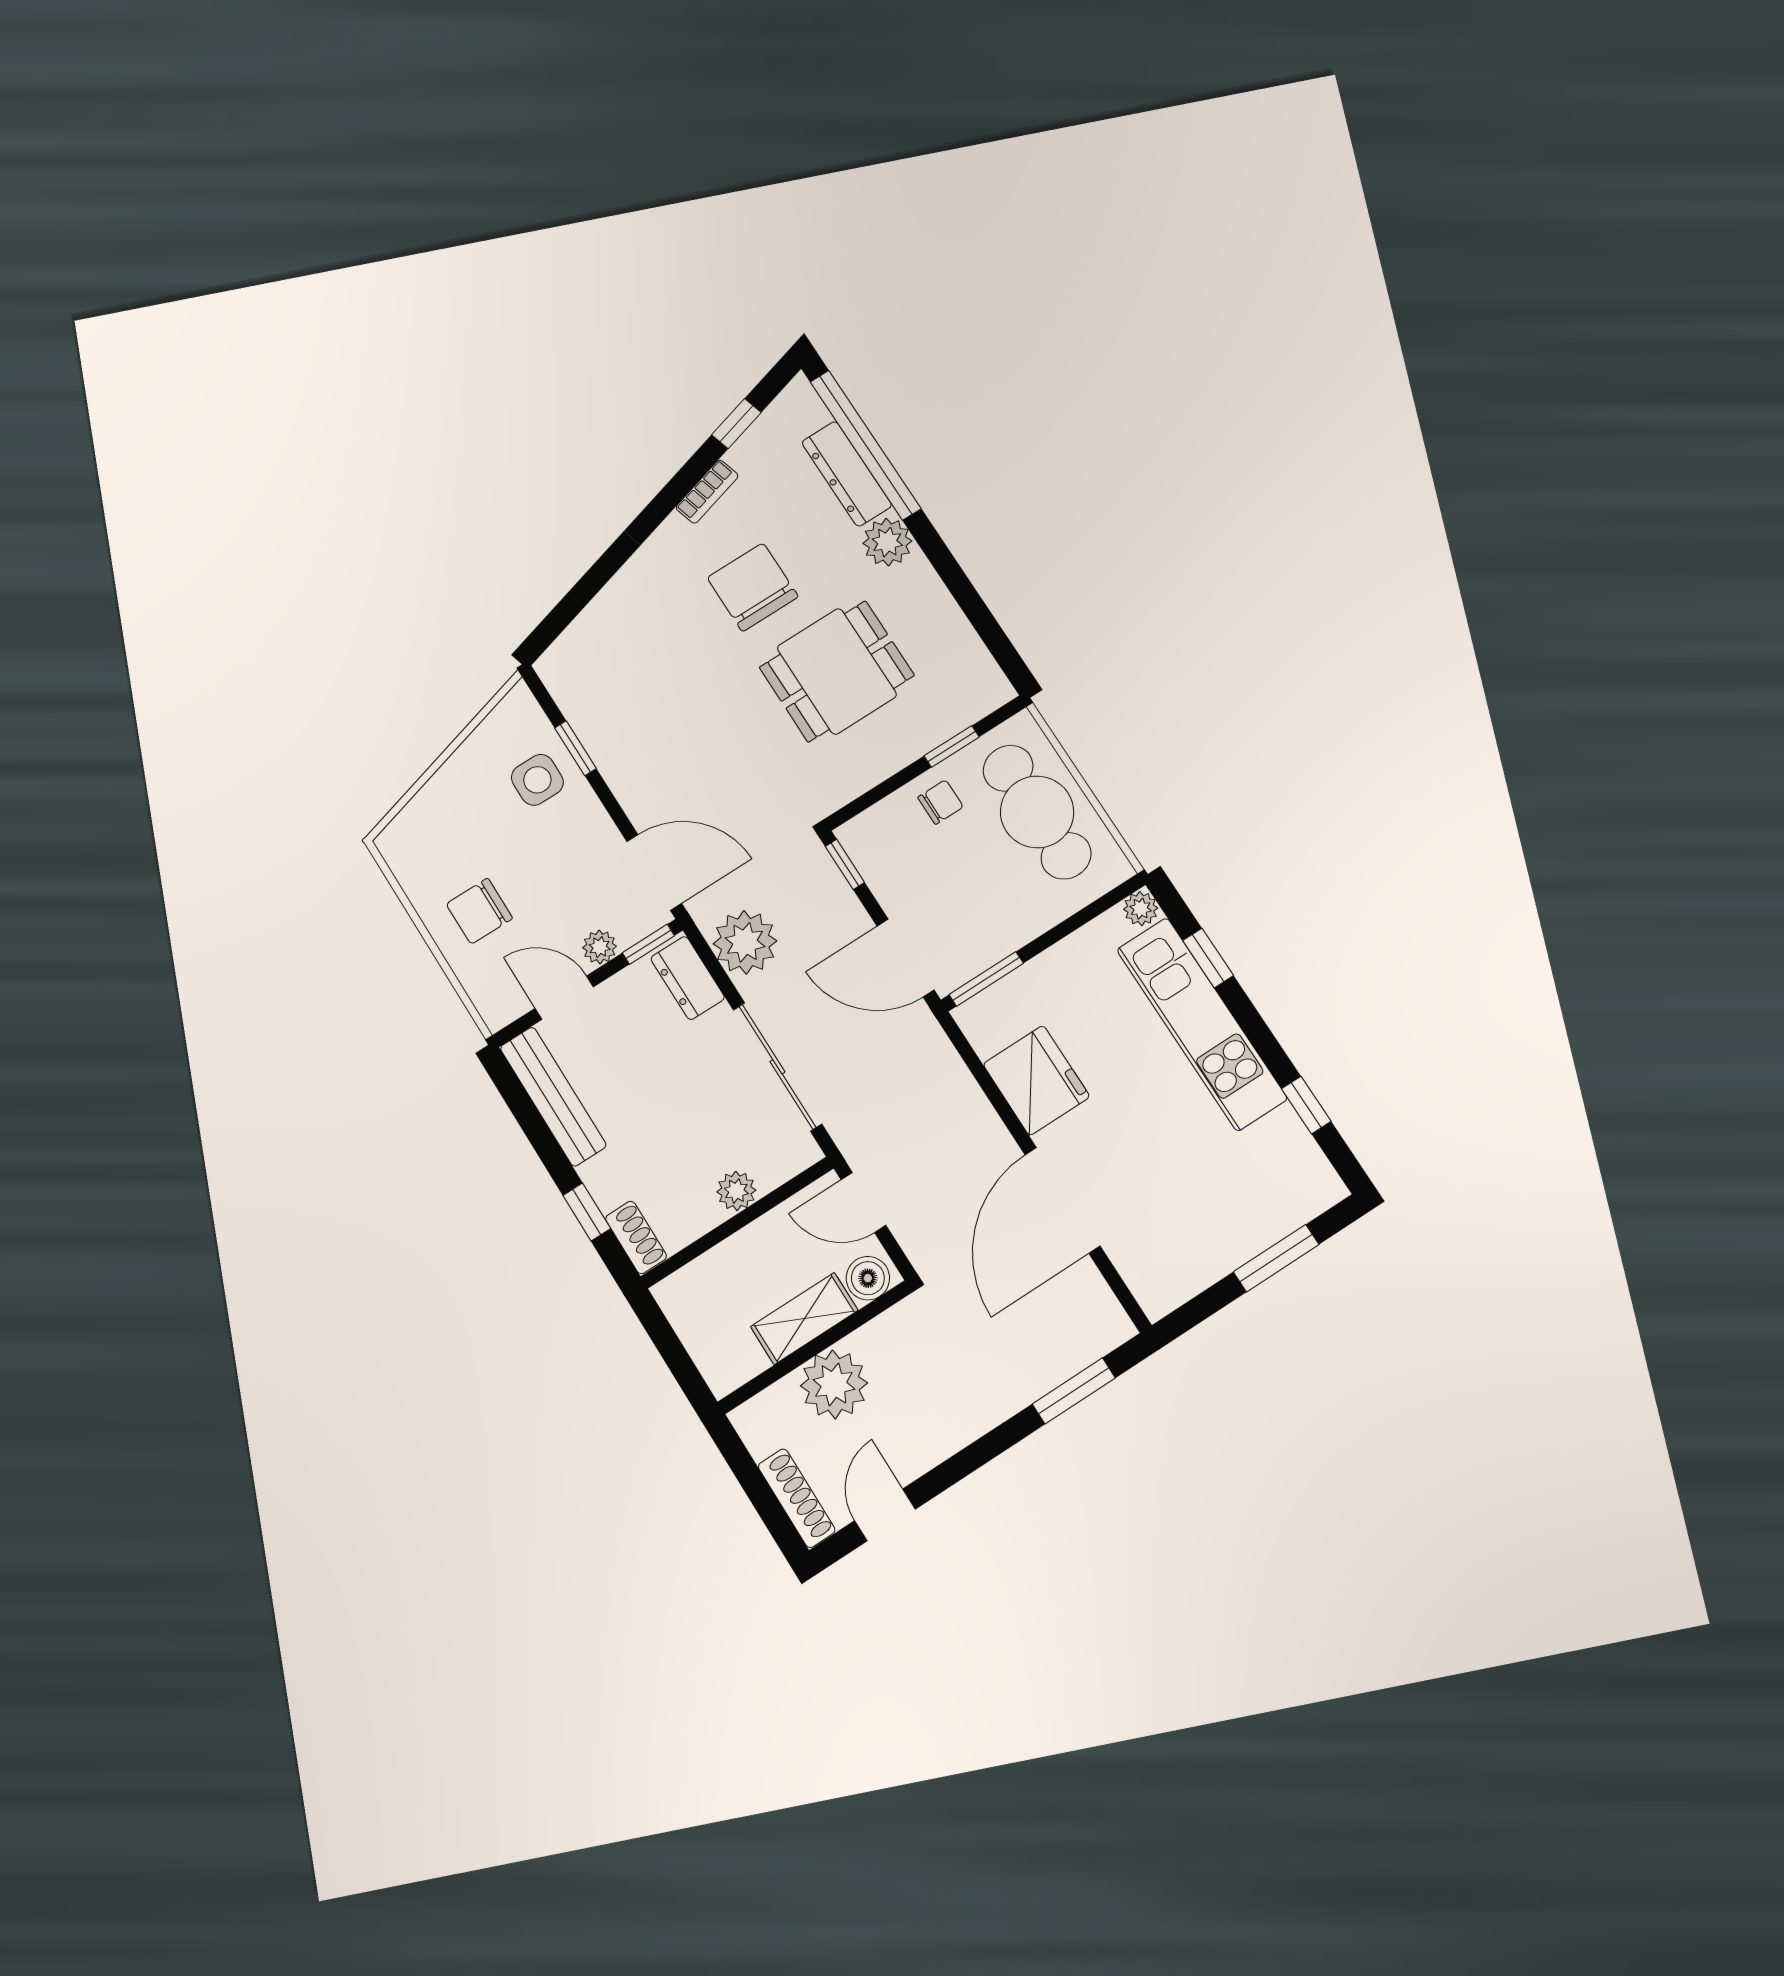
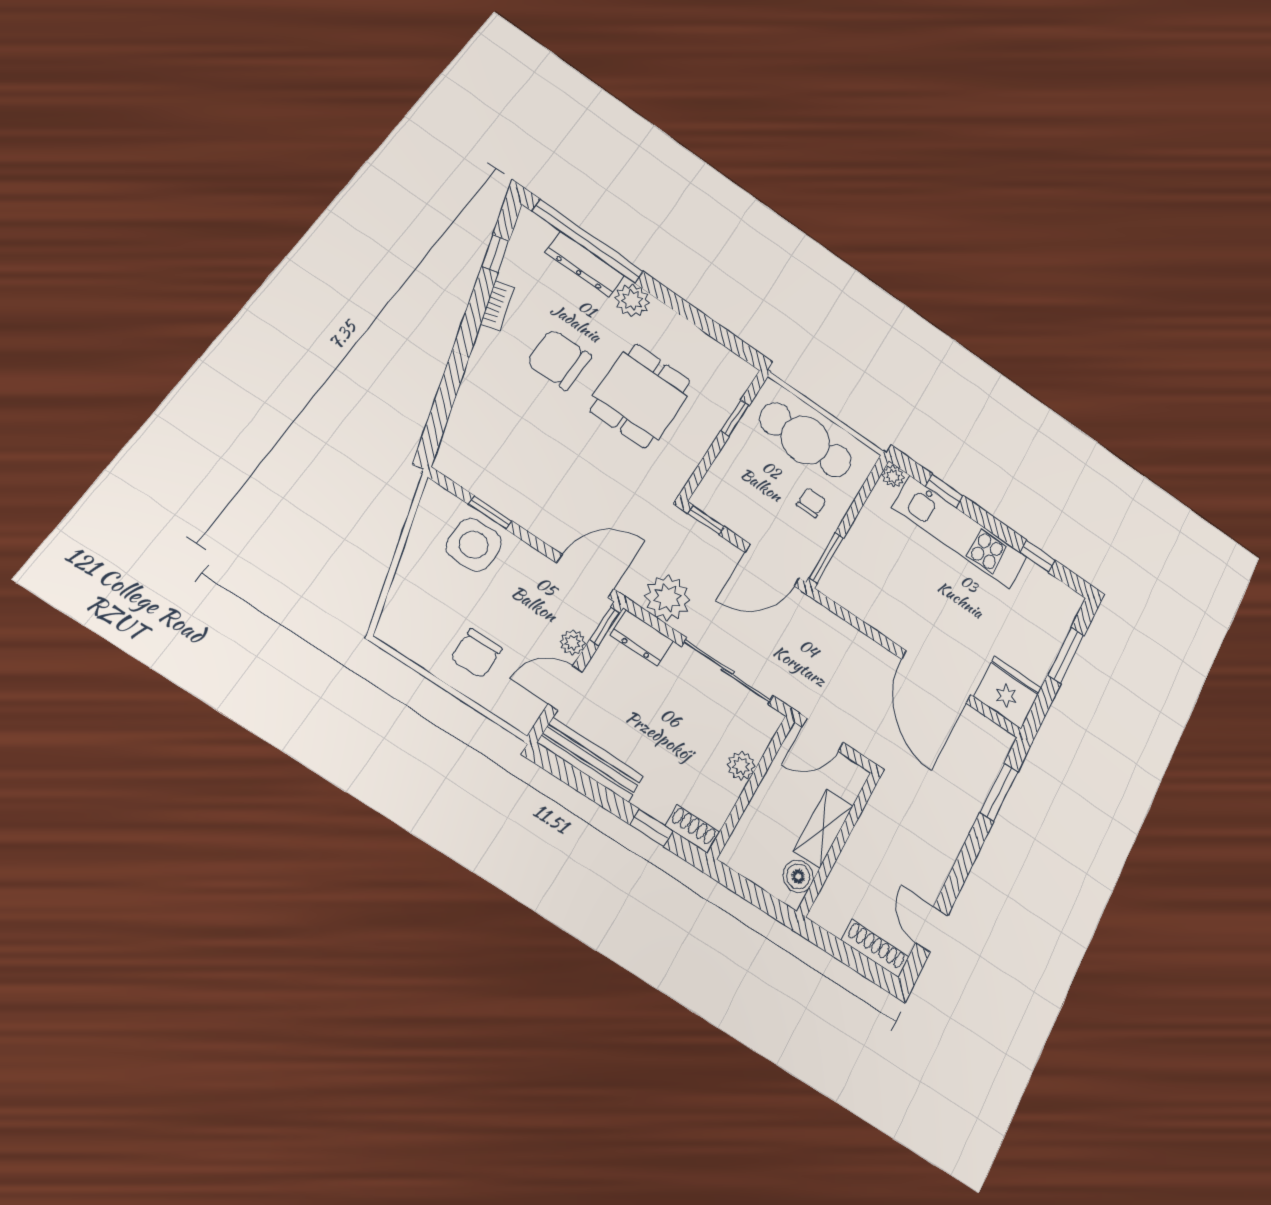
side table: (537, 780) -> (474, 545), width x1.37, depth x1.37
chair: (941, 802) -> (811, 503), moved
fridge: (1036, 1080) -> (1008, 692), moved
boiler: (868, 1278) -> (798, 876), moved
plant: (834, 1384) -> (862, 862), removed

